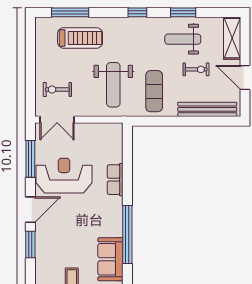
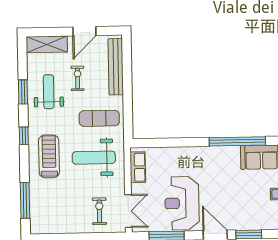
treadmill: (80, 38) -> (49, 156), moved
weight bench: (183, 39) -> (49, 92), turned 180
weight bench: (113, 85) -> (94, 158), turned 180
exercise bike: (57, 90) -> (99, 211), turned 180
row of seats: (115, 180) -> (138, 167), moved, turned -90

